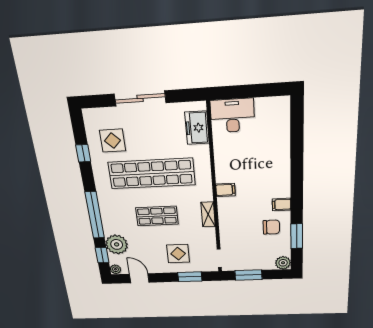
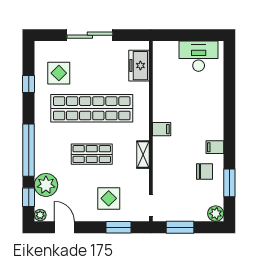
desk: (232, 116) -> (199, 56), moved

